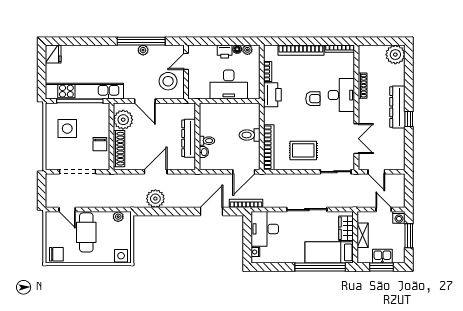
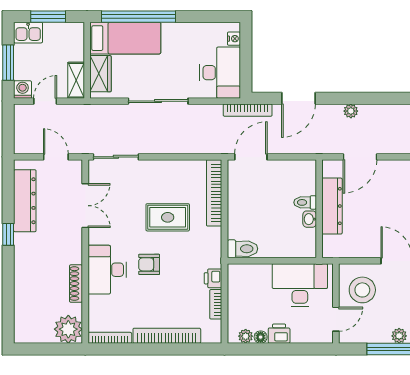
plant: (395, 55) -> (68, 329), moved
desk: (229, 84) -> (300, 285), moved
printer: (272, 95) -> (213, 278), width x0.53, depth x0.68
dresser: (397, 107) -> (25, 201), moved
toilet: (250, 135) -> (242, 249), moved
double door: (356, 139) -> (85, 206), swing flipped
rug: (303, 150) -> (168, 217), moved
washbasin: (204, 152) -> (310, 219), moved
door: (156, 172) -> (360, 157), moved
plant: (155, 199) -> (351, 111), moved, width x0.53, depth x0.53
door: (384, 210) -> (45, 101), swing flipped
shelving: (363, 235) -> (76, 80), moved
kitchen sink: (382, 256) -> (28, 33), moved

